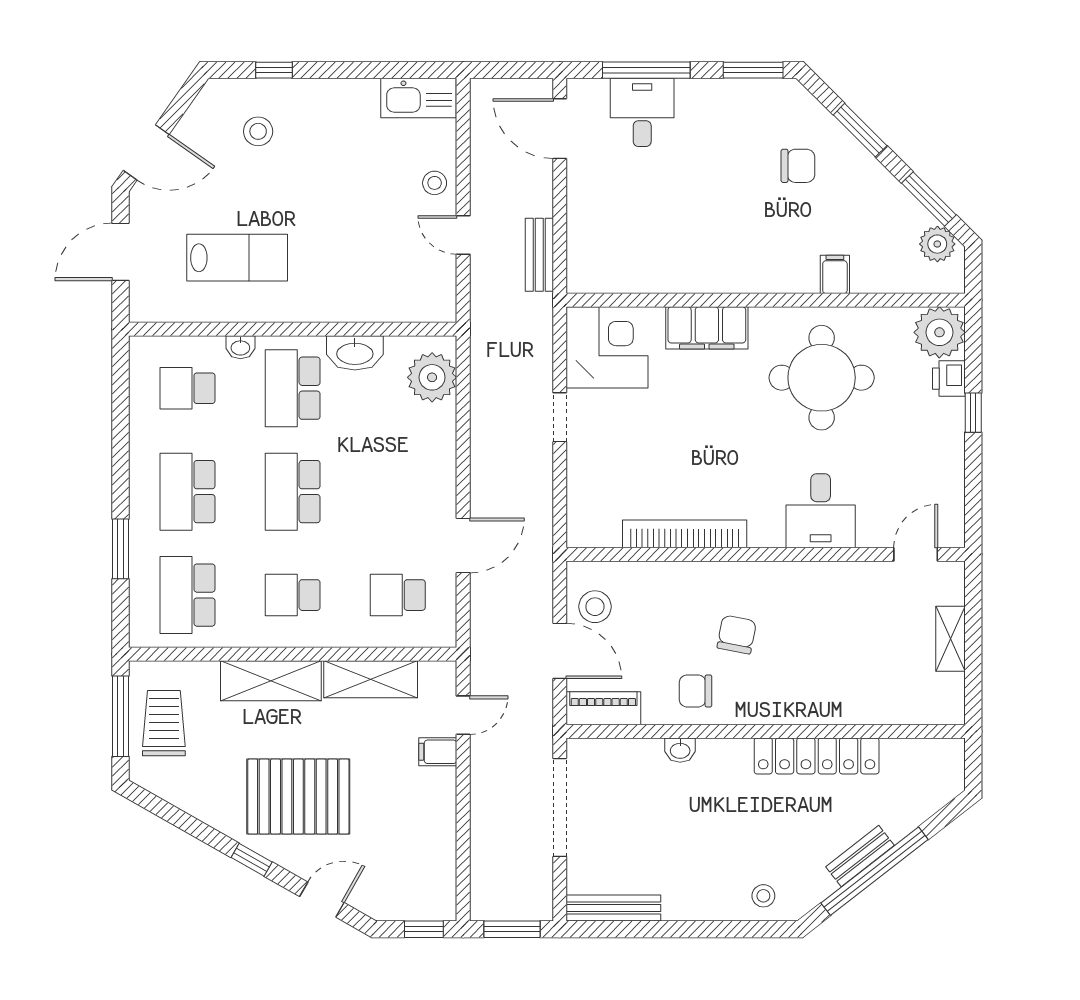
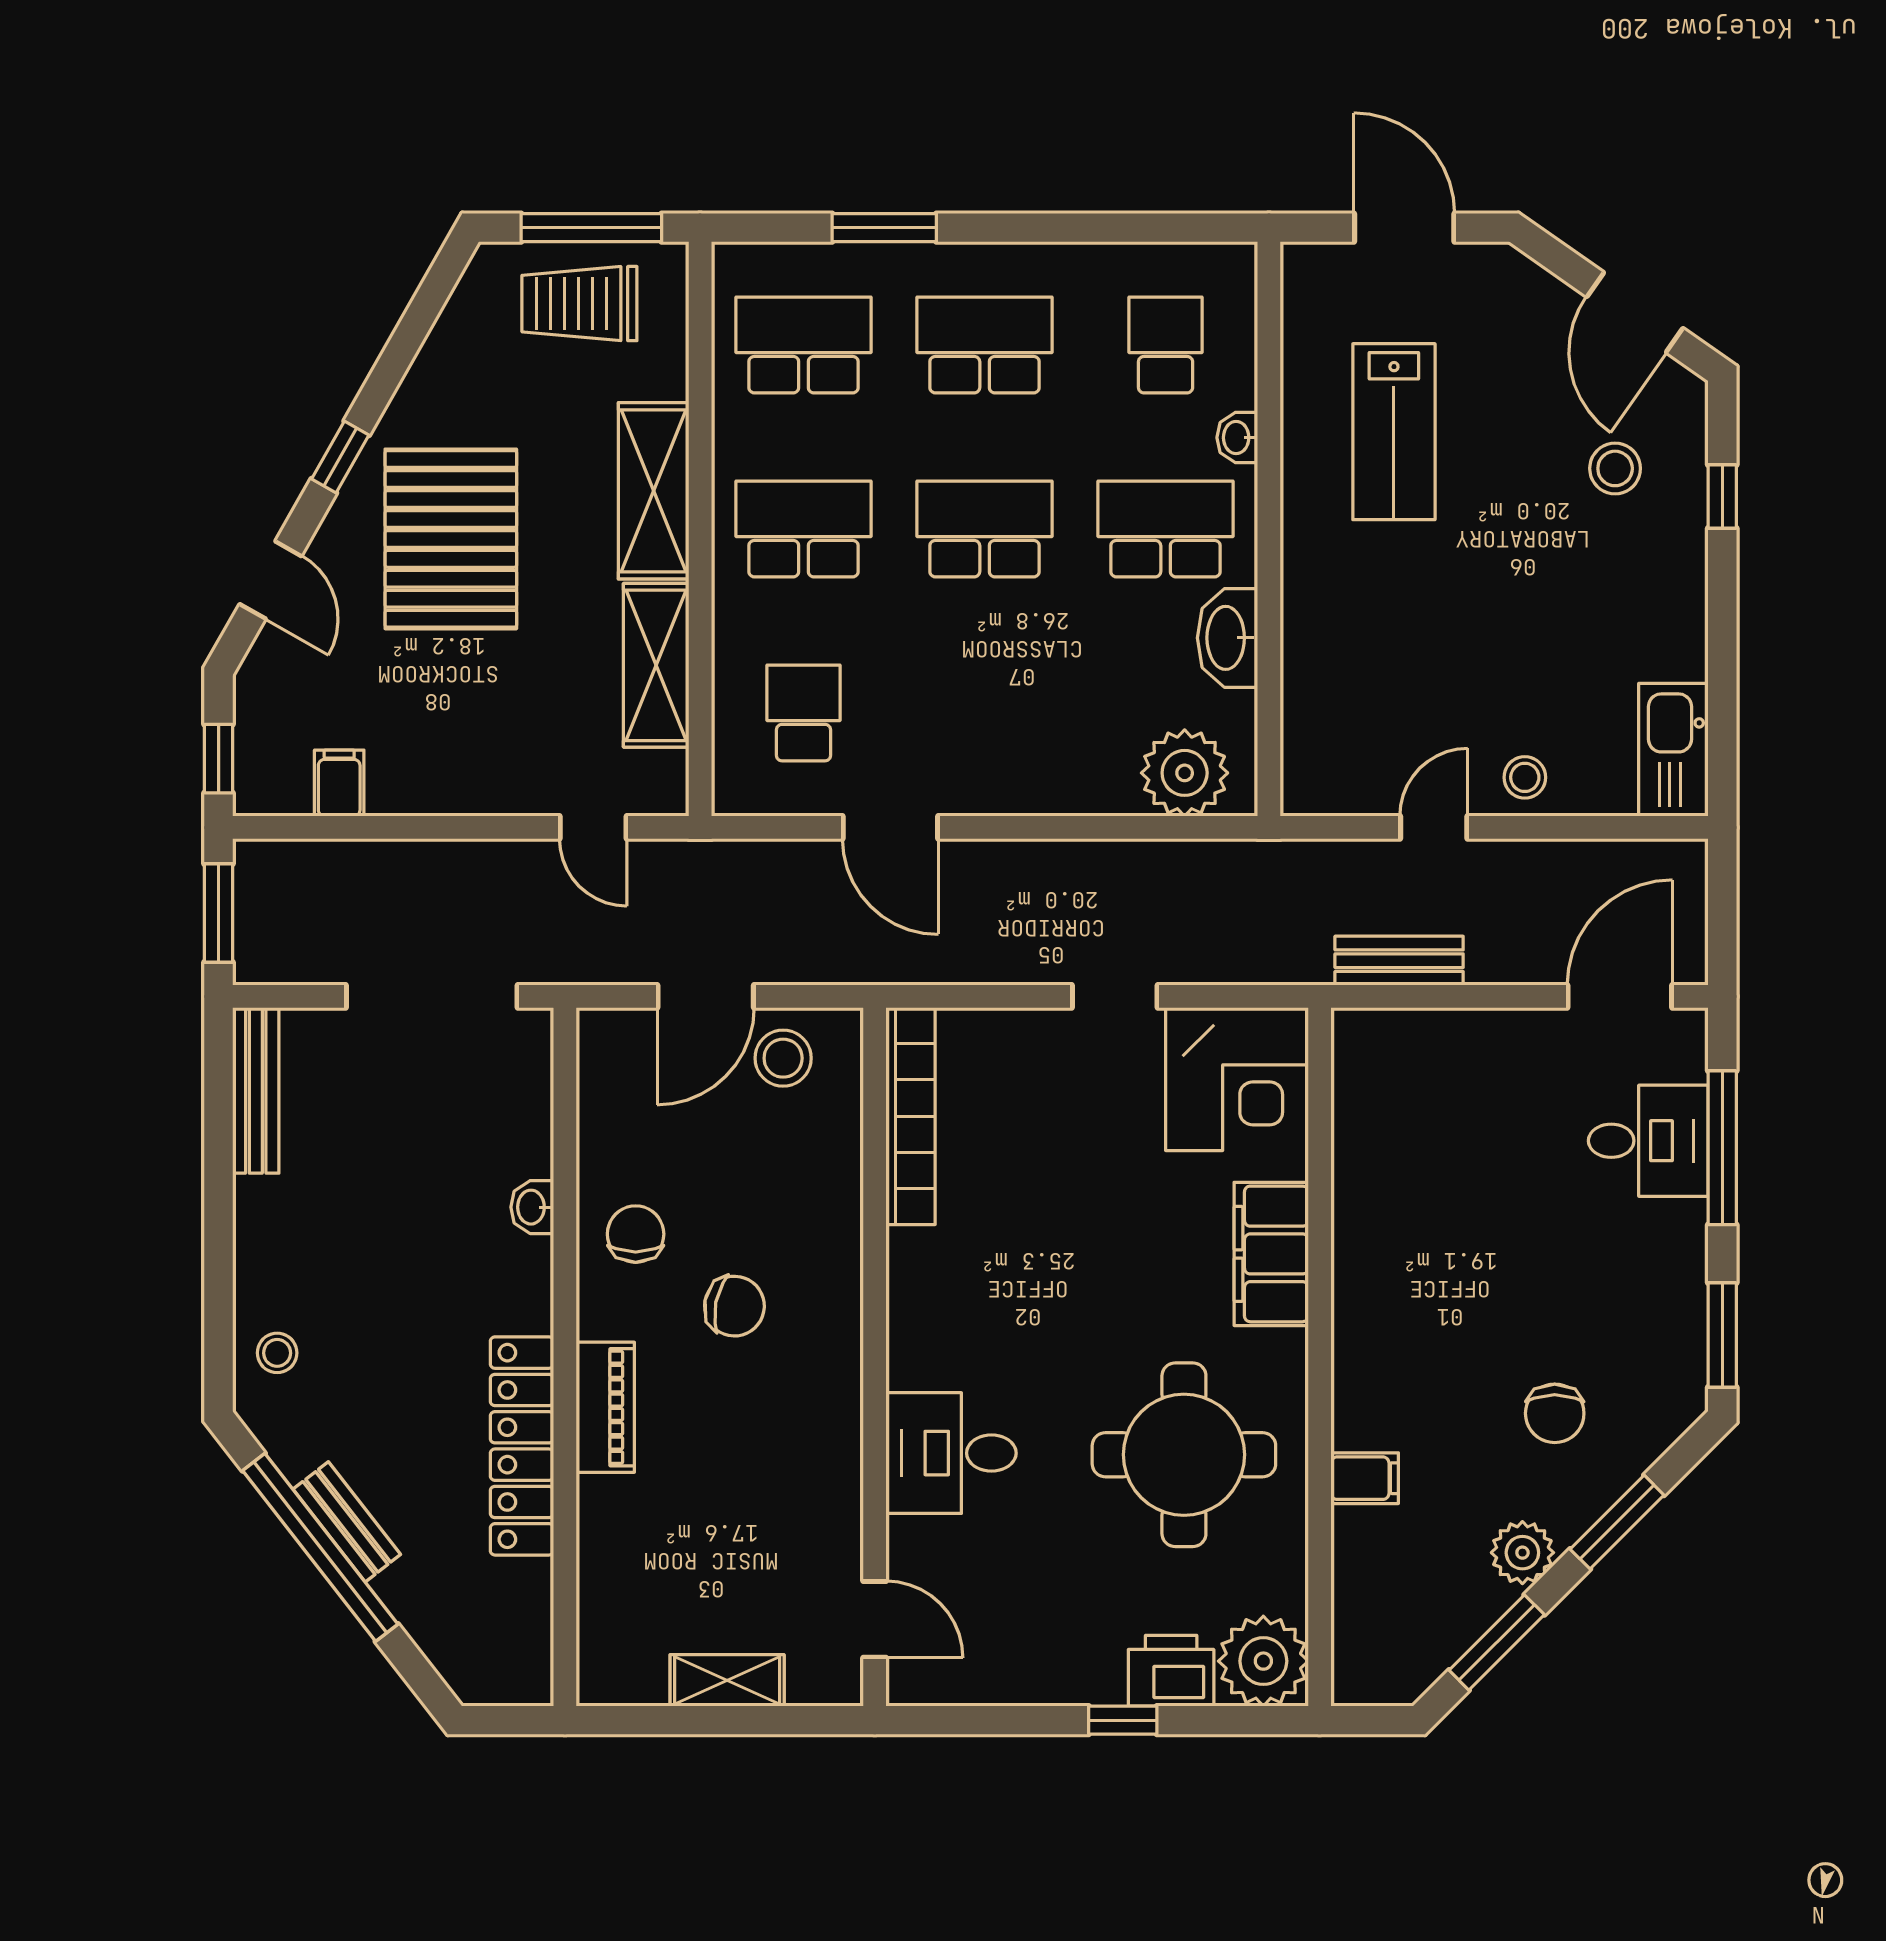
door: (146, 152) -> (1635, 312), moved
plant: (937, 244) -> (1522, 1553), moved
printer: (949, 379) -> (1171, 1671), width x1.36, depth x1.24
bookcase: (685, 534) -> (911, 1116), moved
school desk: (293, 595) -> (804, 529), width x1.85
piano: (603, 708) -> (605, 1407), moved
trolley: (164, 723) -> (579, 304), turned 180
filing cabinet: (438, 752) -> (339, 783), moved

